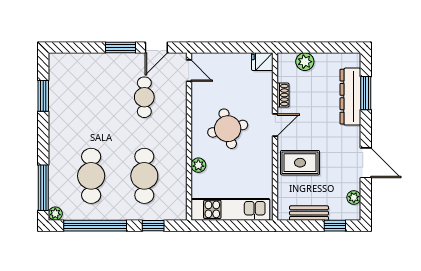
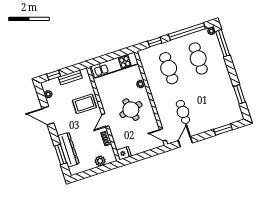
window: (121, 48) -> (223, 129), moved

